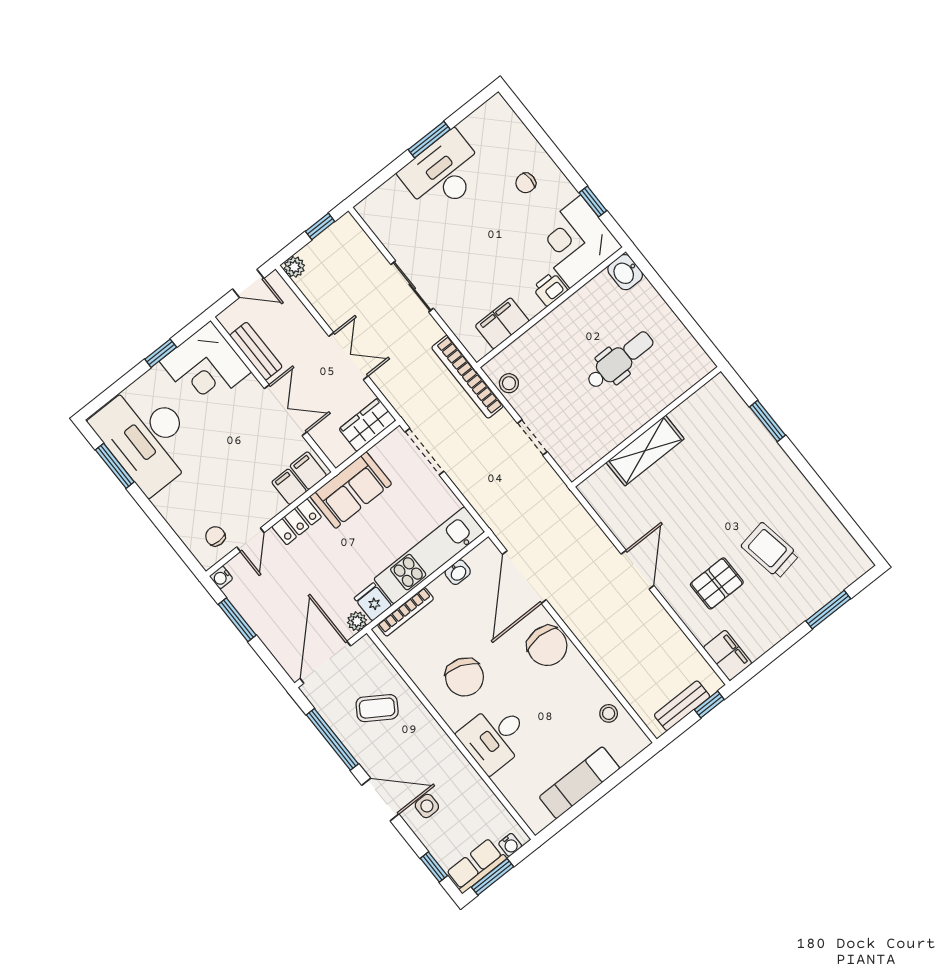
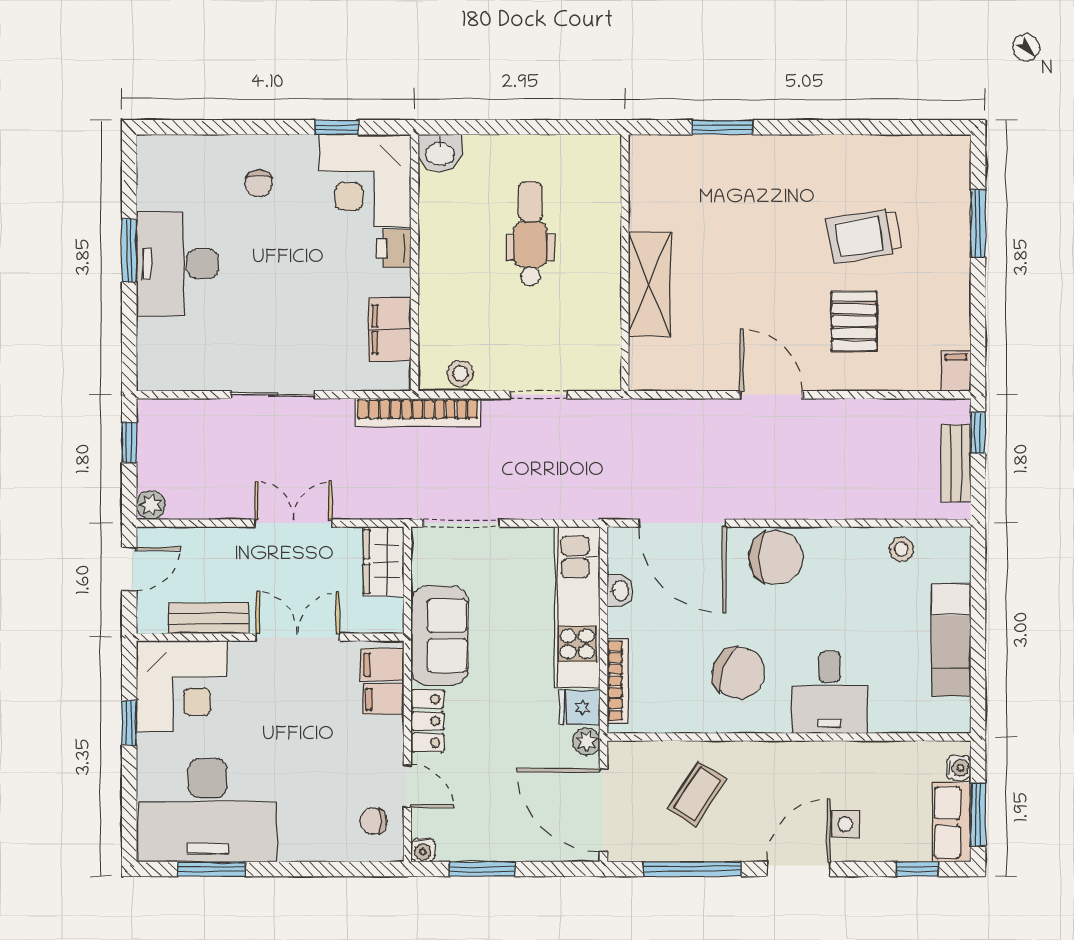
filing cabinet: (728, 655) -> (956, 371), width x0.50

